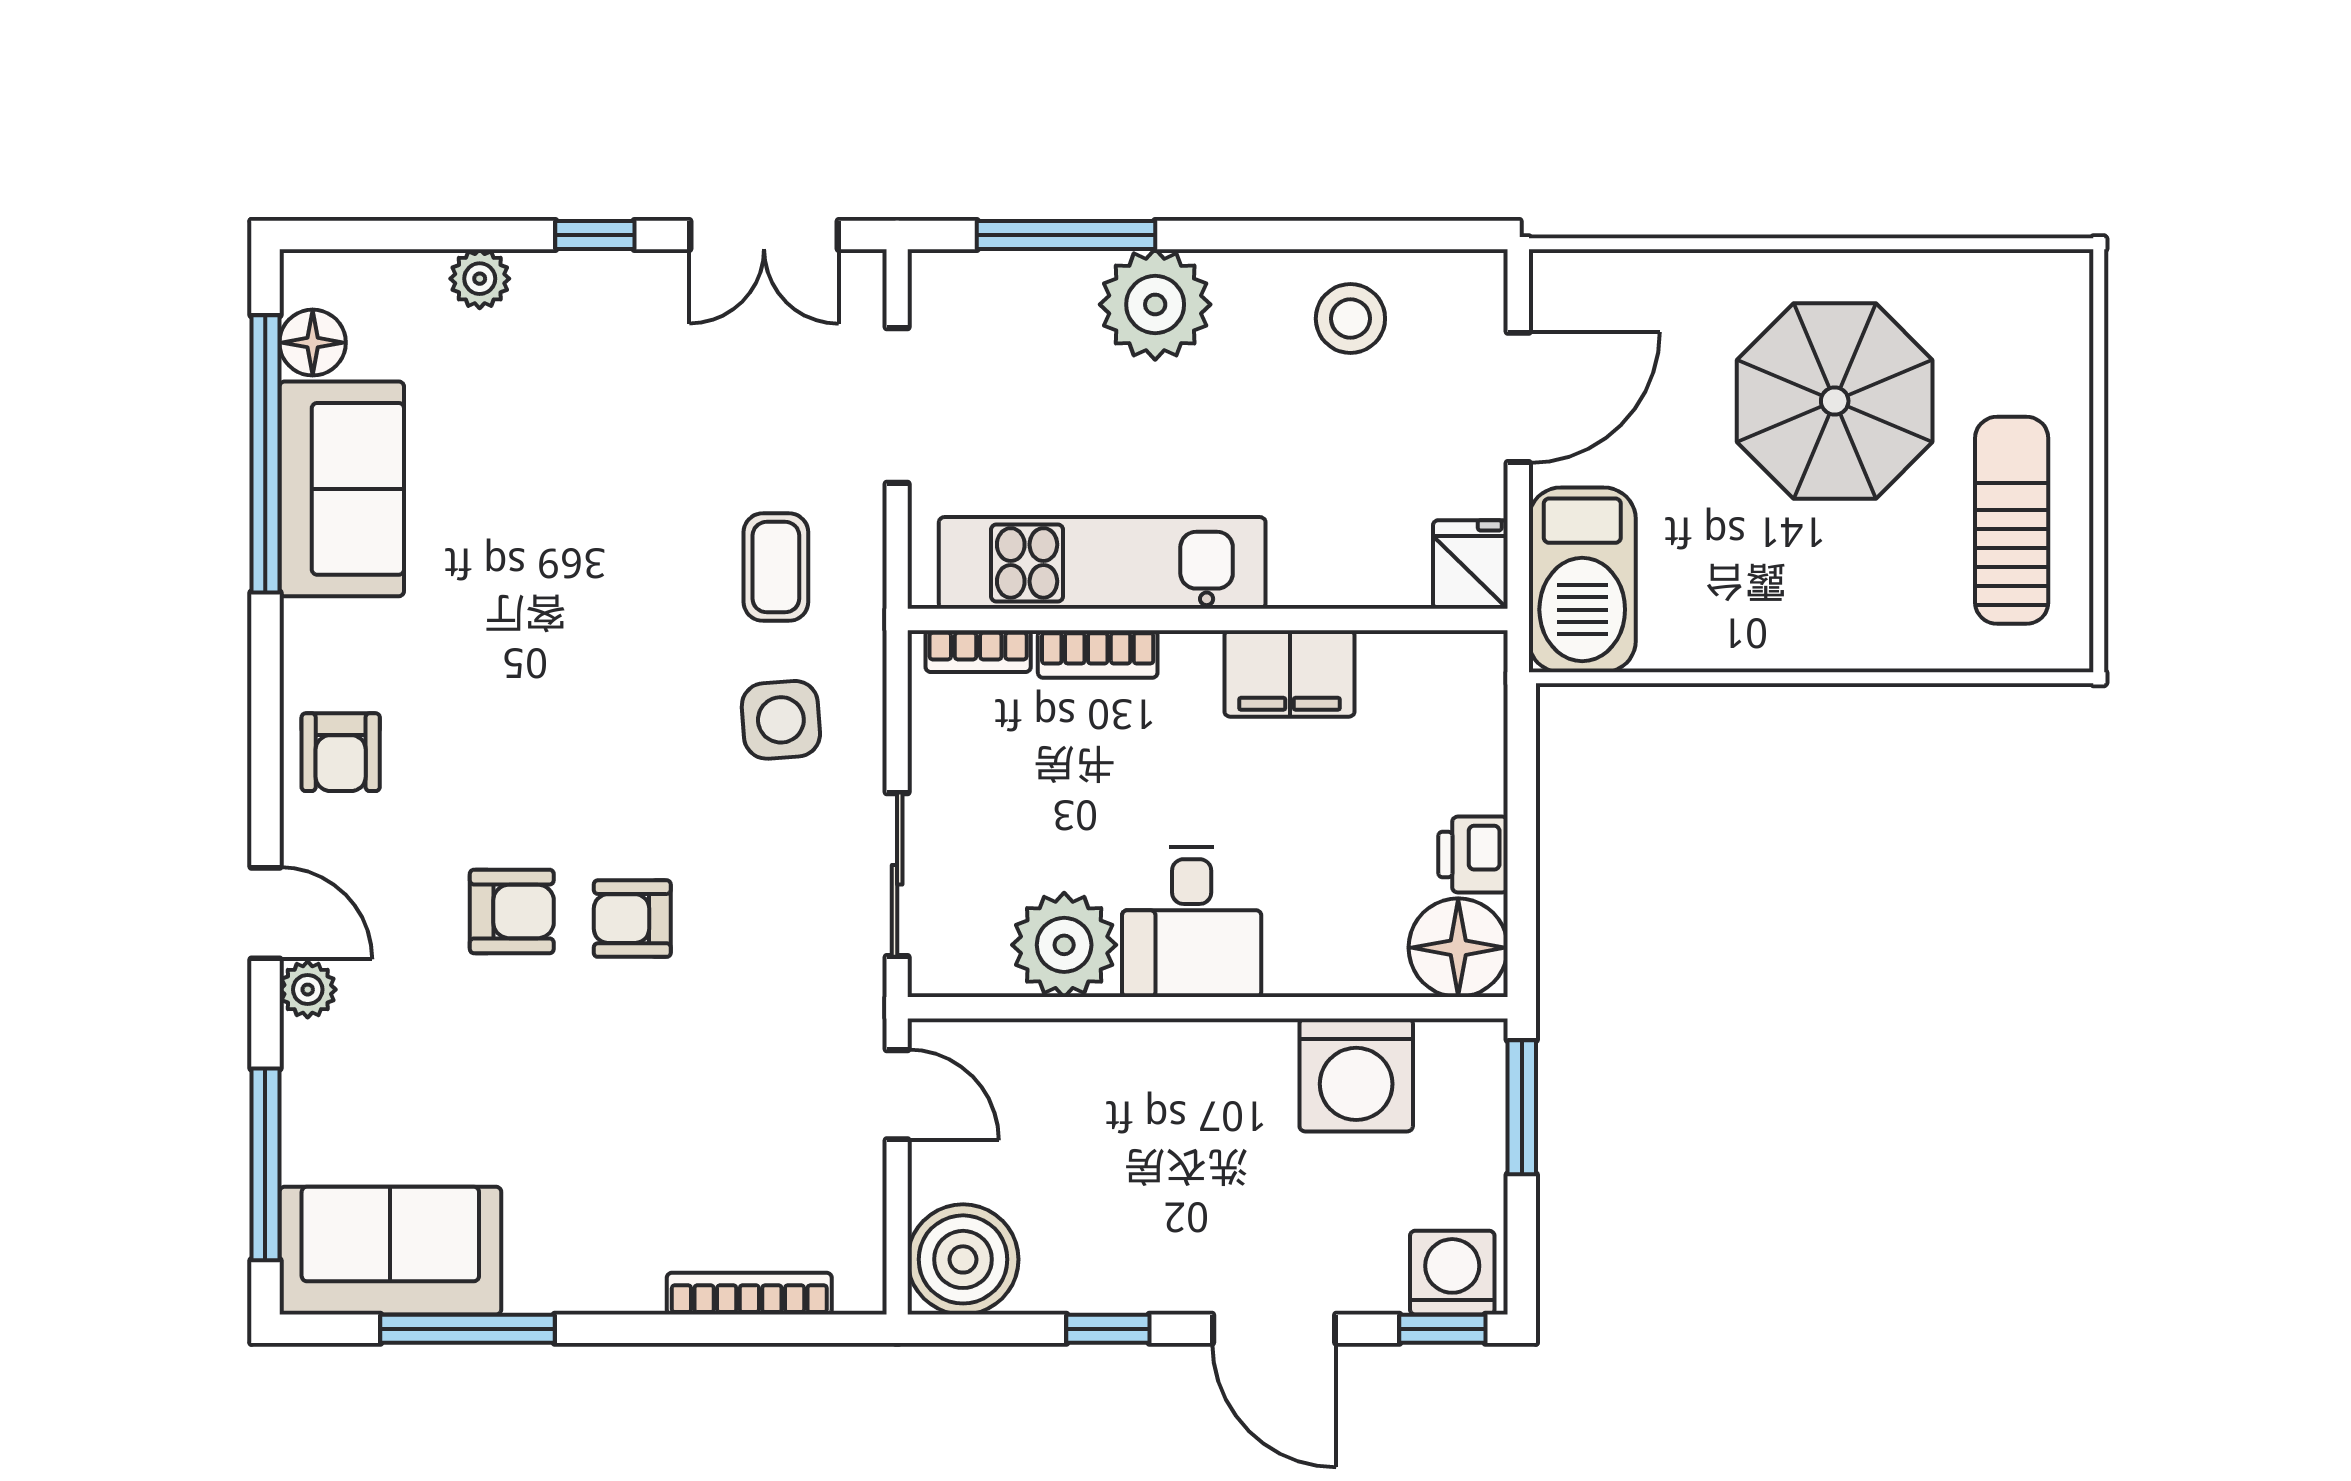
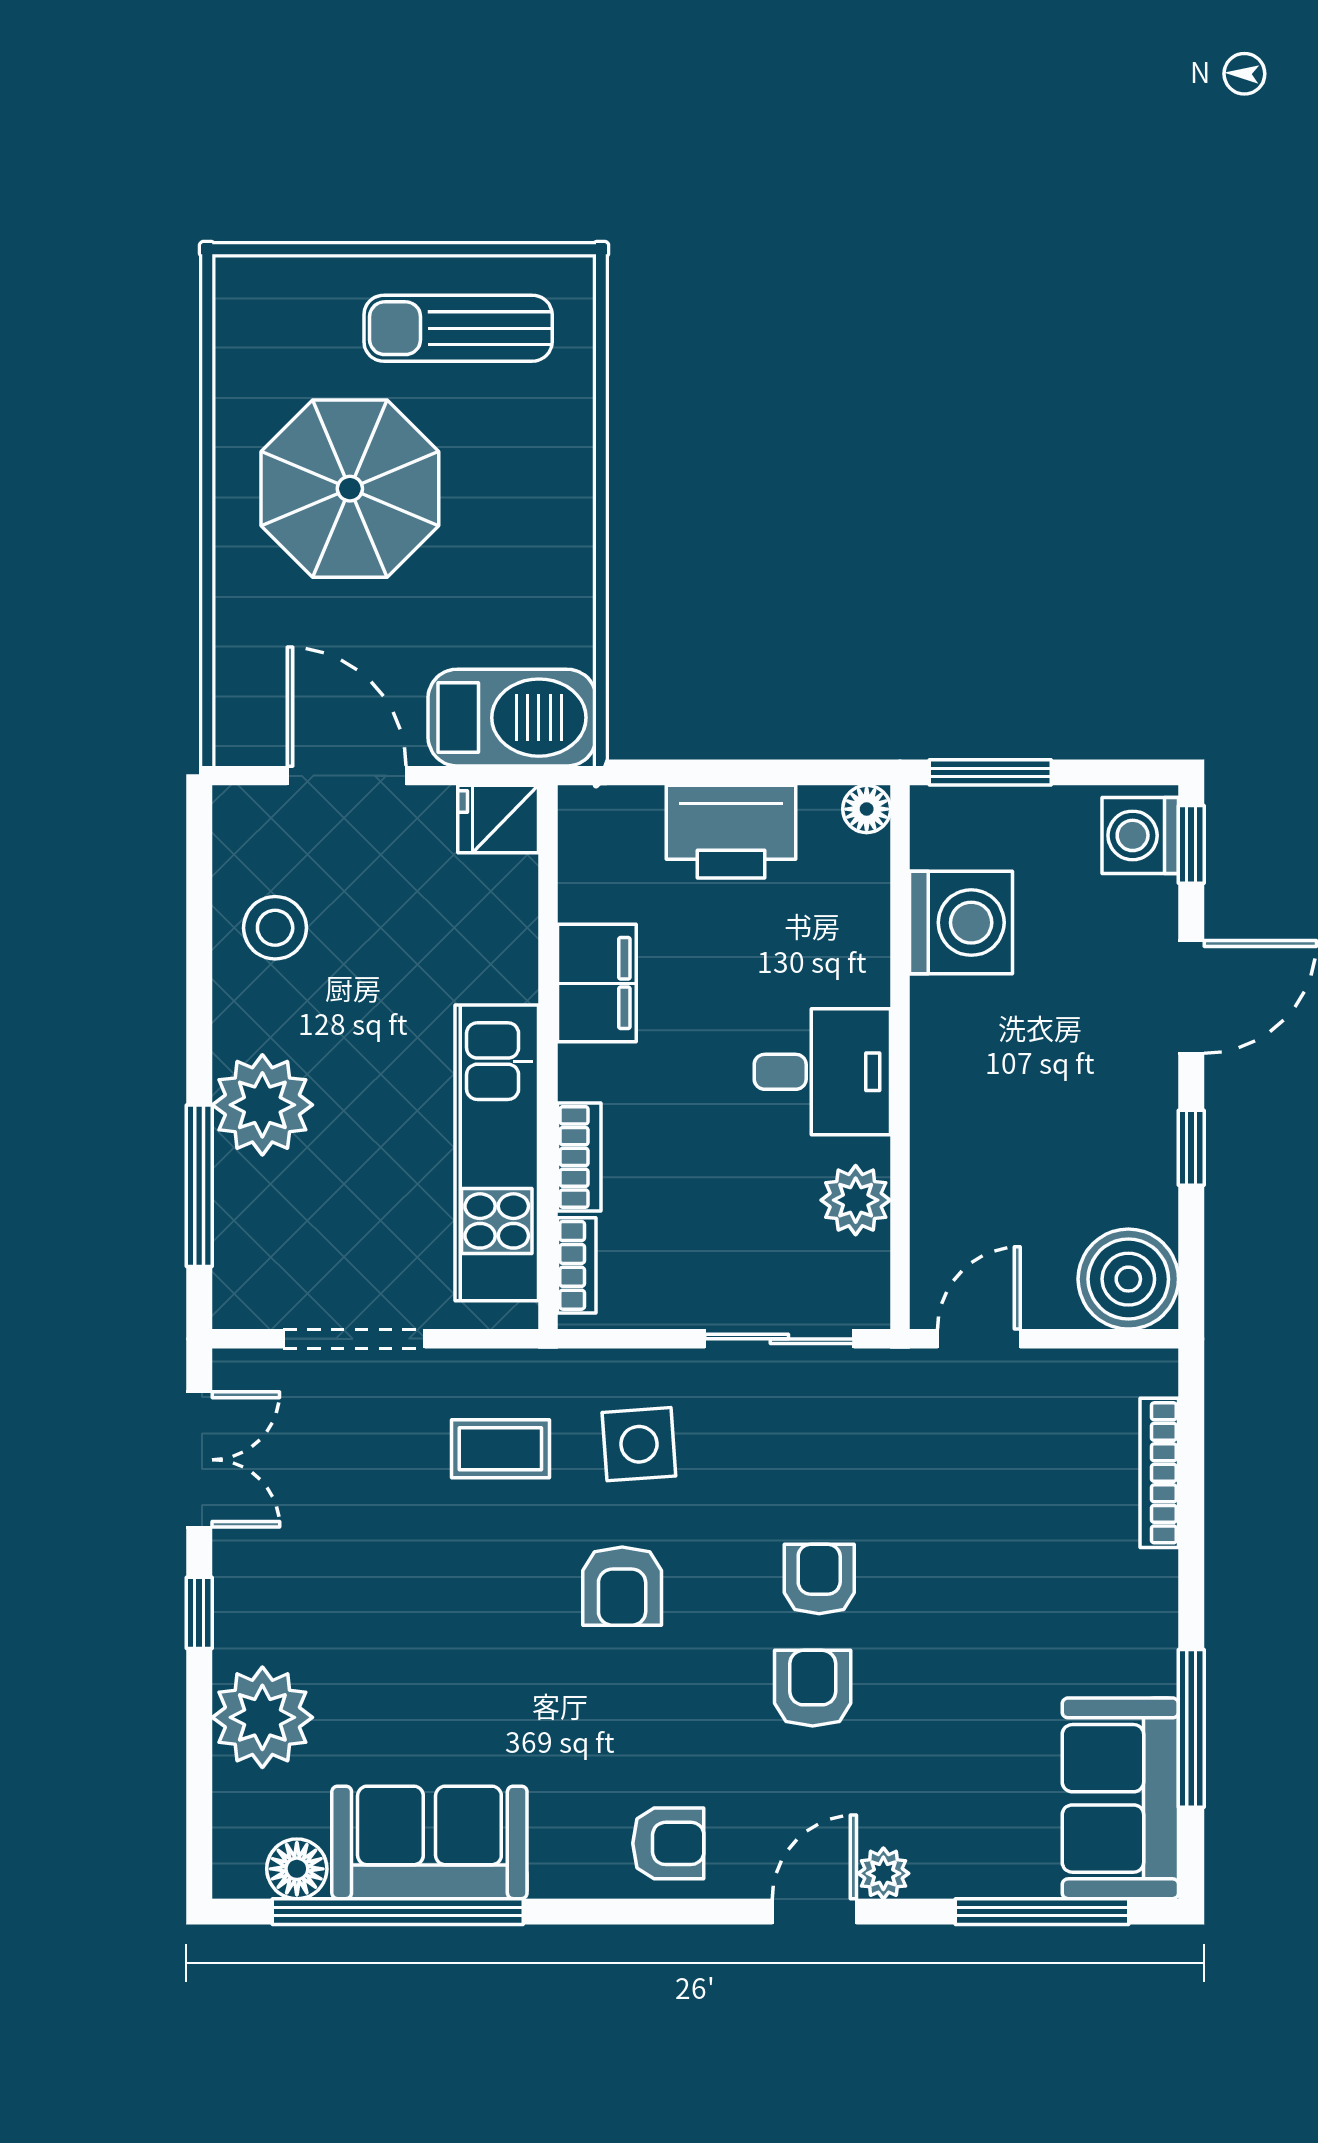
plant: (480, 279) -> (262, 1717), width x1.88, depth x1.88
armchair: (624, 701) -> (622, 1586), added
printer: (1473, 855) -> (731, 832), width x1.87, depth x1.48
armchair: (632, 919) -> (819, 1579), turned 180
plant: (1064, 945) -> (856, 1200), width x0.73, depth x0.73
floor lamp: (1458, 948) -> (867, 809), width x0.53, depth x0.53

